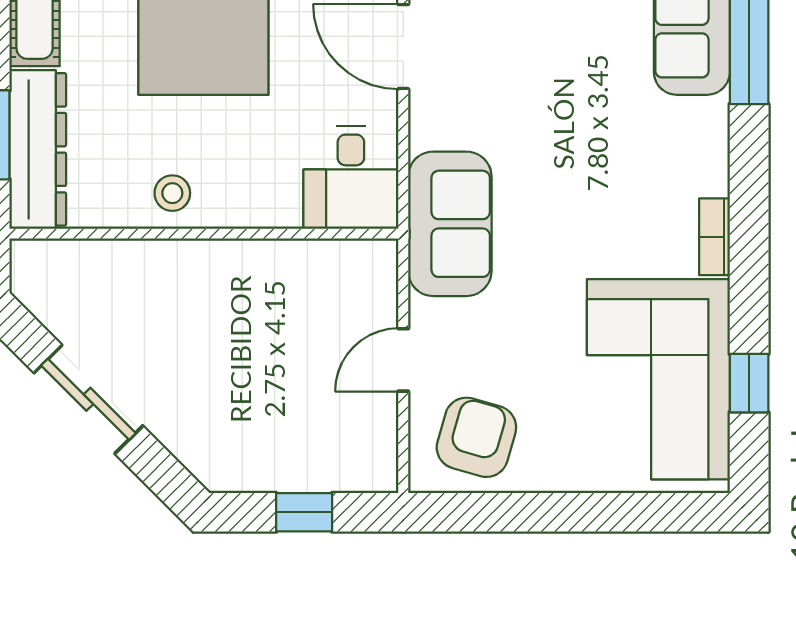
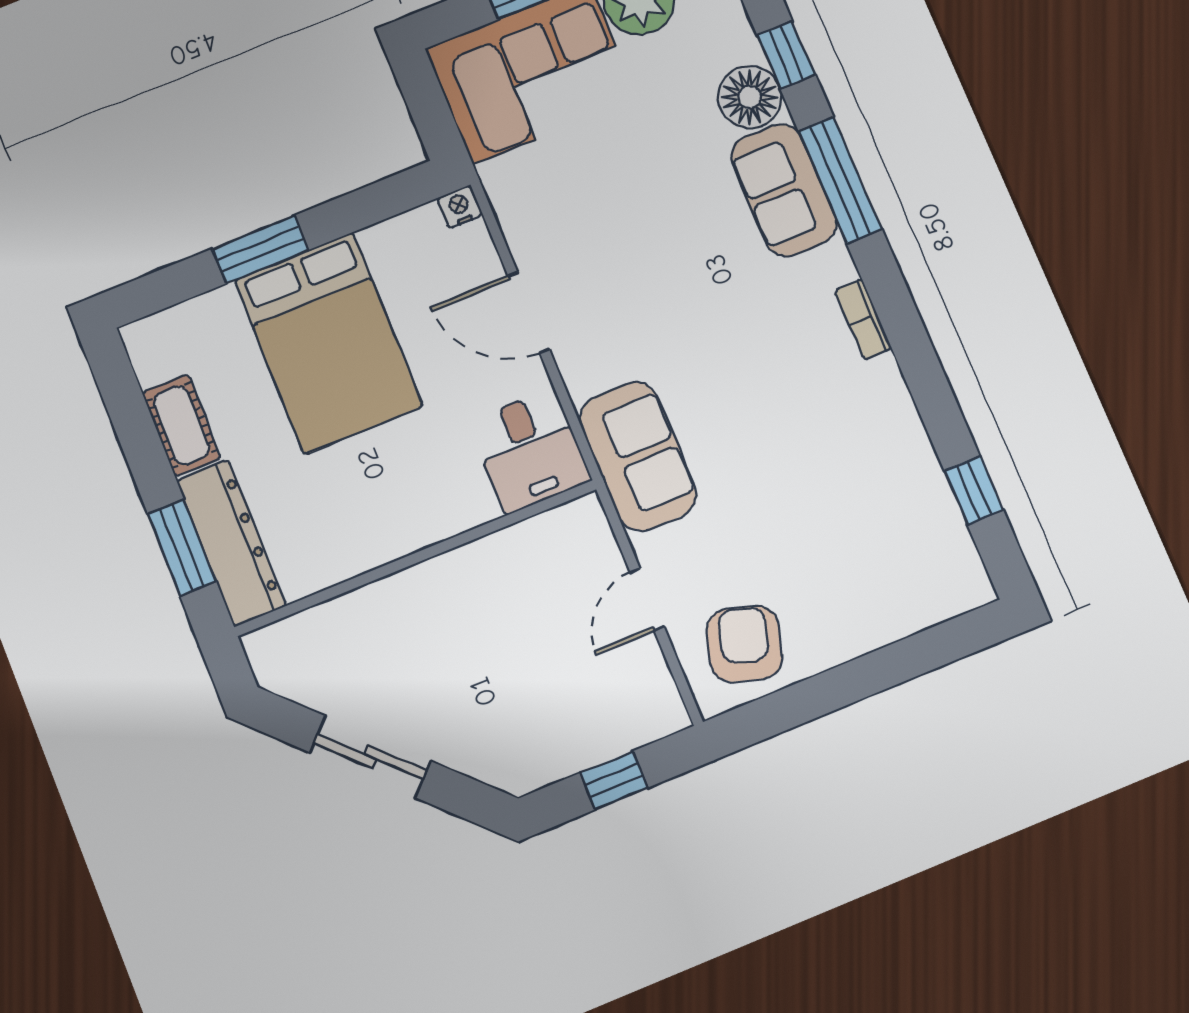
stool: (172, 193) -> (371, 533), removed
bookcase: (714, 237) -> (863, 320), moved
corner sofa: (658, 379) -> (889, 521), removed

